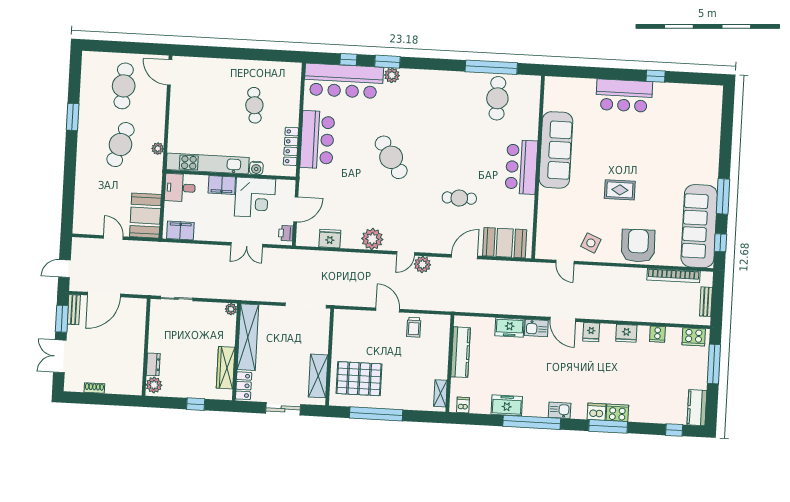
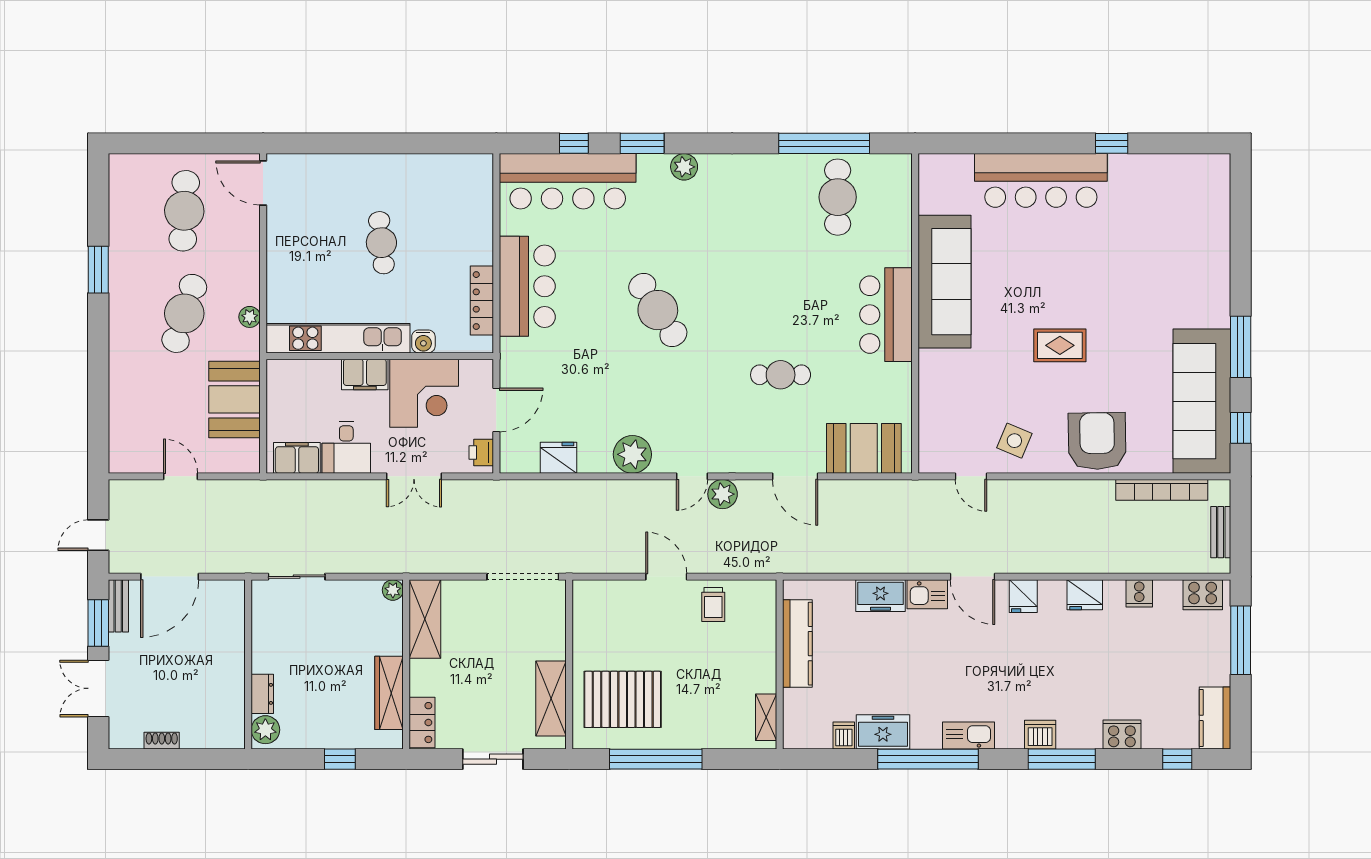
plant: (392, 75) -> (684, 167), moved
bar counter: (624, 96) -> (1041, 180), width x1.36
cafe table: (254, 105) -> (381, 243), moved
desk: (180, 188) -> (346, 447), moved, turned -90
booth: (145, 216) -> (235, 399), moved
door: (464, 257) -> (795, 476), swing flipped
shelving: (248, 337) -> (425, 619), width x0.68
dishwasher: (463, 405) -> (844, 736), moved
kitchen sink: (560, 410) -> (969, 736), width x1.38
cooker: (617, 413) -> (1122, 735), moved

